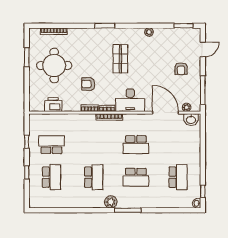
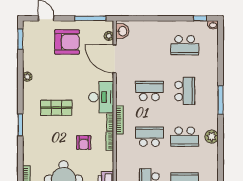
armchair: (181, 69) -> (67, 42), width x1.88, depth x1.88
door: (165, 113) -> (115, 59), hinge flipped
school desk: (94, 145) -> (149, 137), added
school desk: (136, 145) -> (149, 91), turned -90
school desk: (94, 177) -> (185, 137), turned 180
school desk: (178, 177) -> (185, 45), turned 180
plant: (111, 202) -> (212, 137), moved

